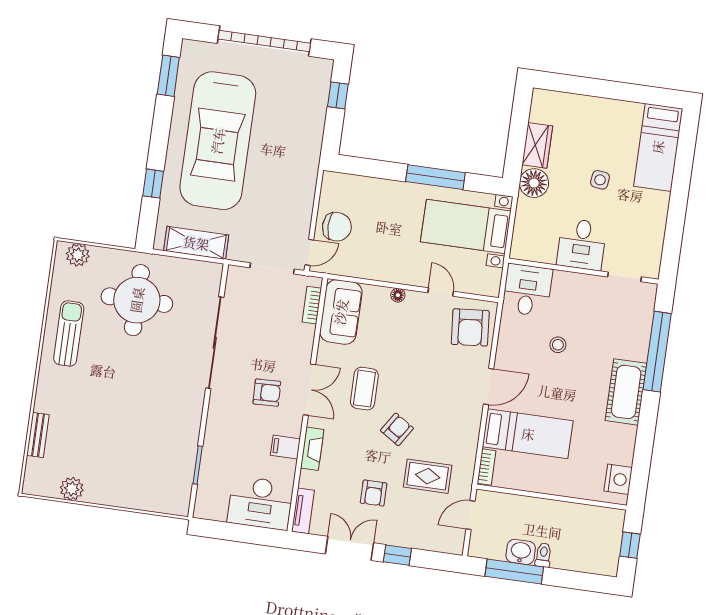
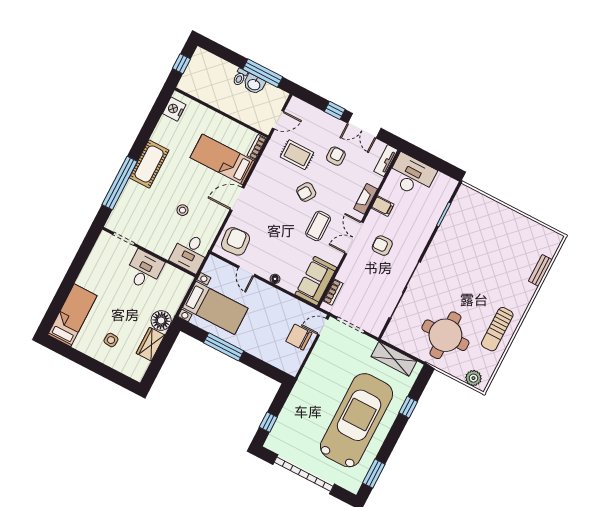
side table: (600, 180) -> (111, 340), moved
plant: (72, 489) -> (531, 228), removed

